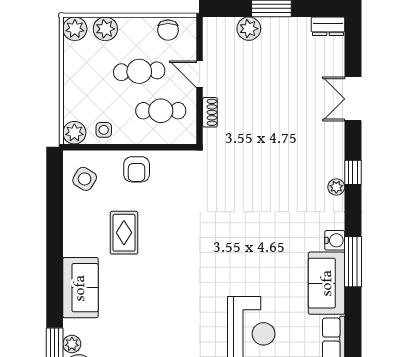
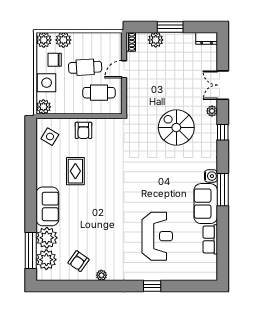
chair: (168, 30) -> (55, 60), moved, turned 90
door: (200, 74) -> (124, 69), hinge flipped
shoe rack: (210, 112) -> (131, 42), moved
side table: (104, 130) -> (47, 83), moved, width x1.87, depth x1.87
spiral stairs: (281, 165) -> (176, 128), added
plant: (336, 187) -> (212, 111), moved
plant: (72, 344) -> (47, 238), width x1.87, depth x1.87

